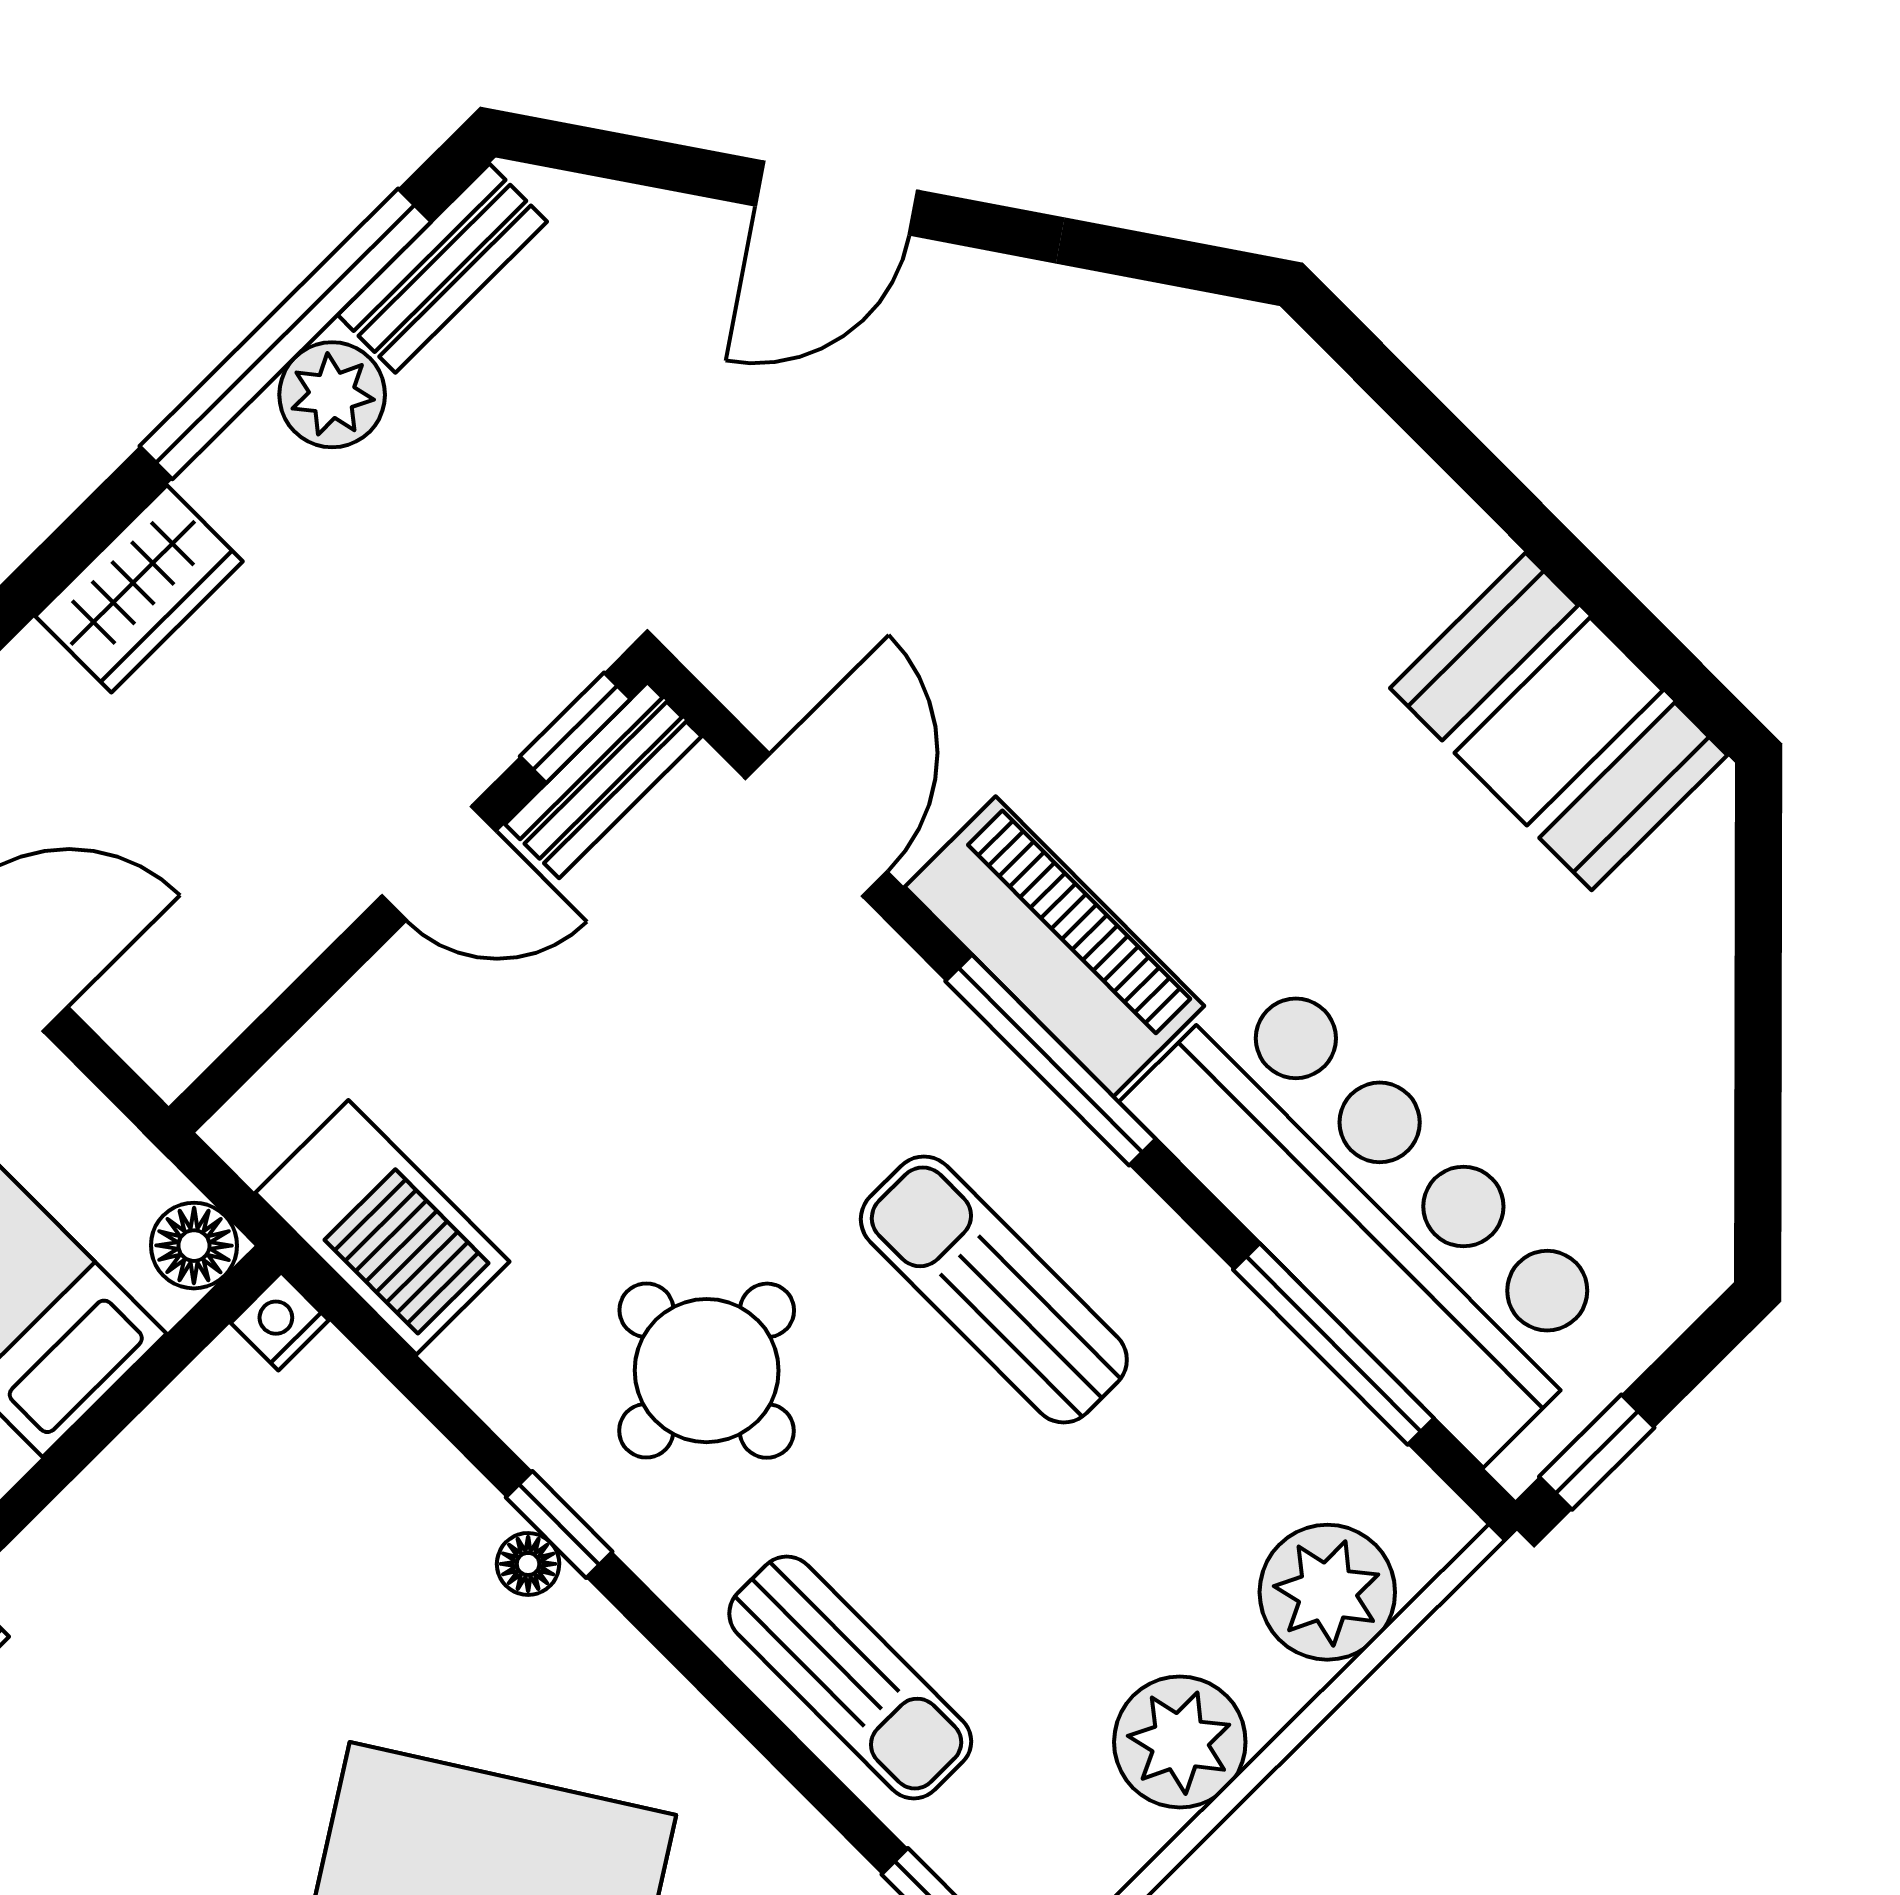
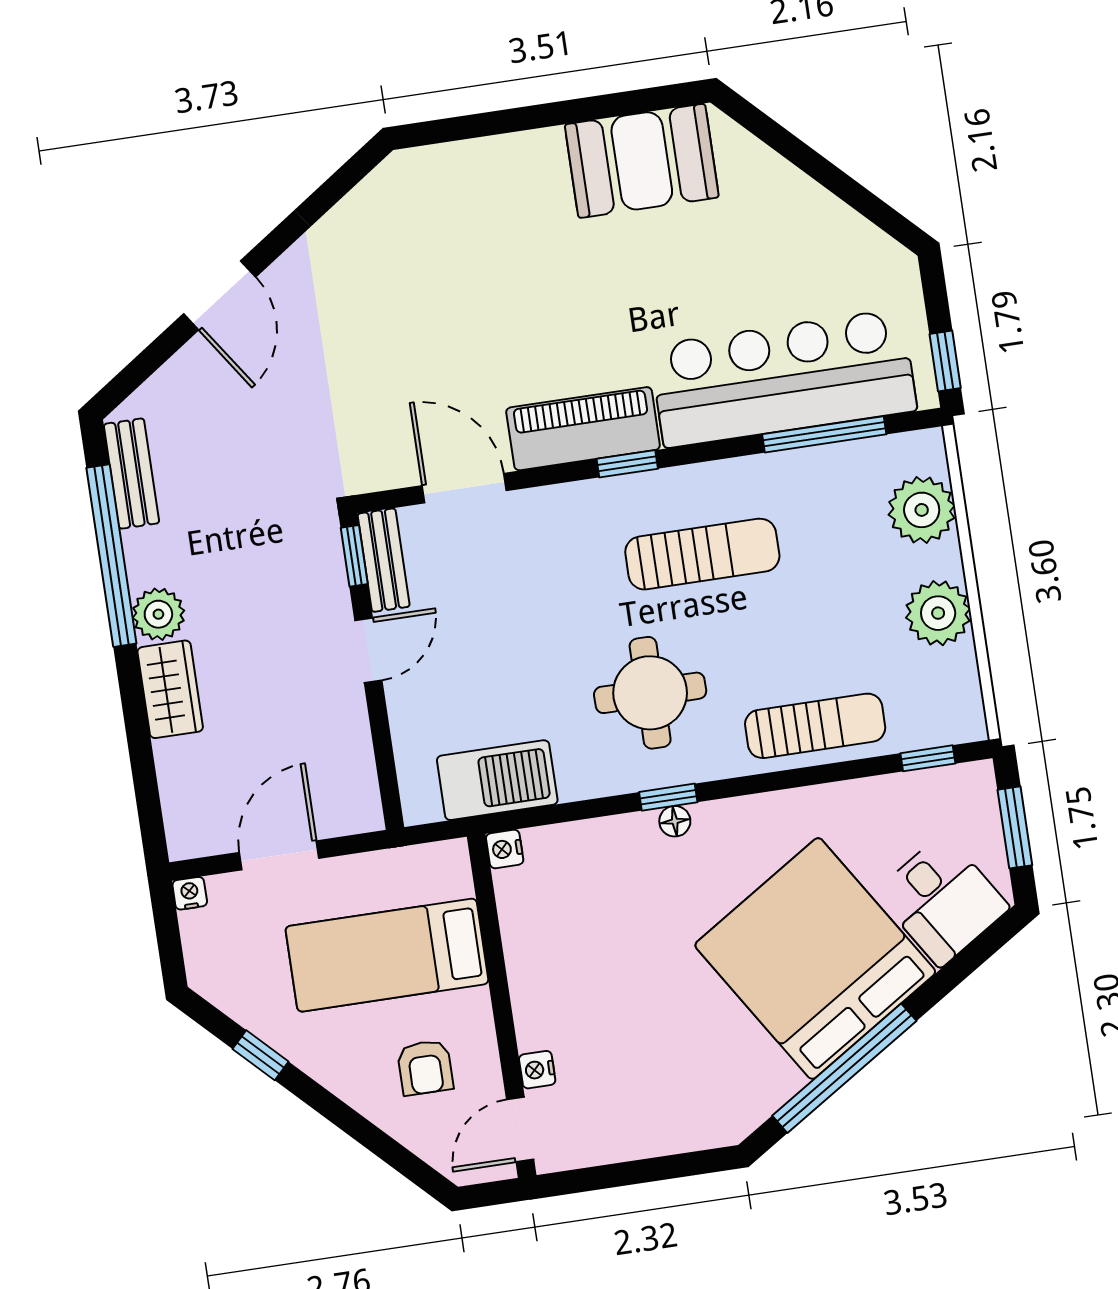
plant: (332, 395) -> (158, 614), moved
window: (1051, 1060) -> (627, 464), width x0.46
floor lamp: (194, 1246) -> (449, 861), removed
sun lounger: (994, 1289) -> (702, 554), turned 180

